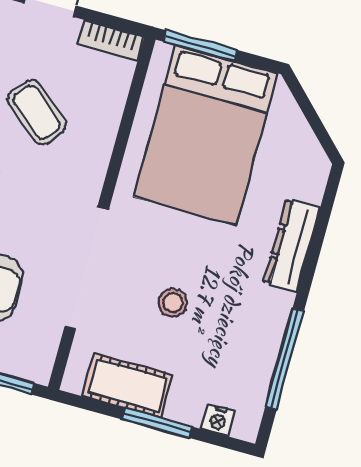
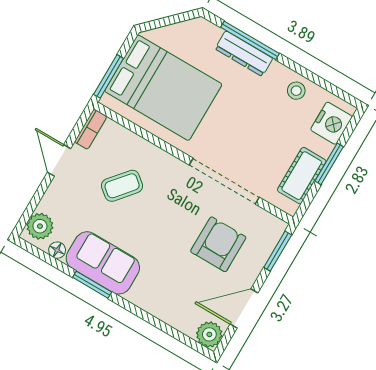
stool: (173, 303) -> (296, 91), moved
window: (285, 359) -> (250, 40), moved
nightstand: (218, 420) -> (331, 123), width x1.89, depth x1.79

